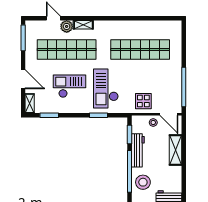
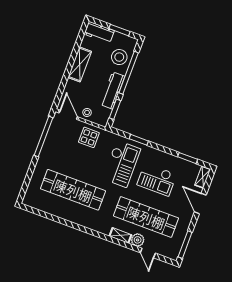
shelving: (176, 150) -> (80, 64), moved

